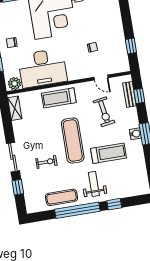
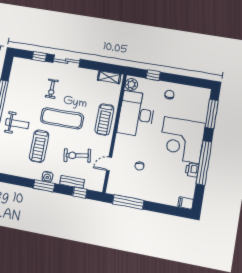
window: (131, 46) -> (128, 202), width x2.17
bench: (129, 94) -> (72, 182), moved
treadmill: (59, 98) -> (104, 119), turned 180
exercise mat: (62, 197) -> (16, 91), removed

